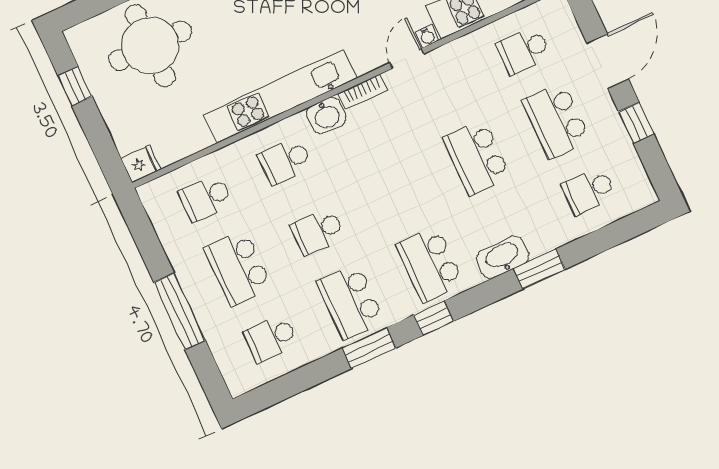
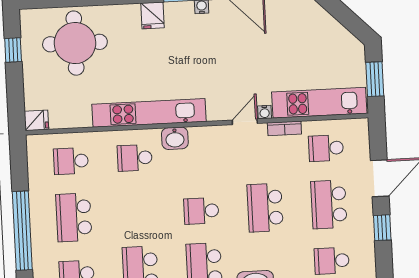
bookcase: (363, 92) -> (284, 128), moved
school desk: (318, 231) -> (201, 211), moved
window: (180, 311) -> (22, 231), width x1.46

